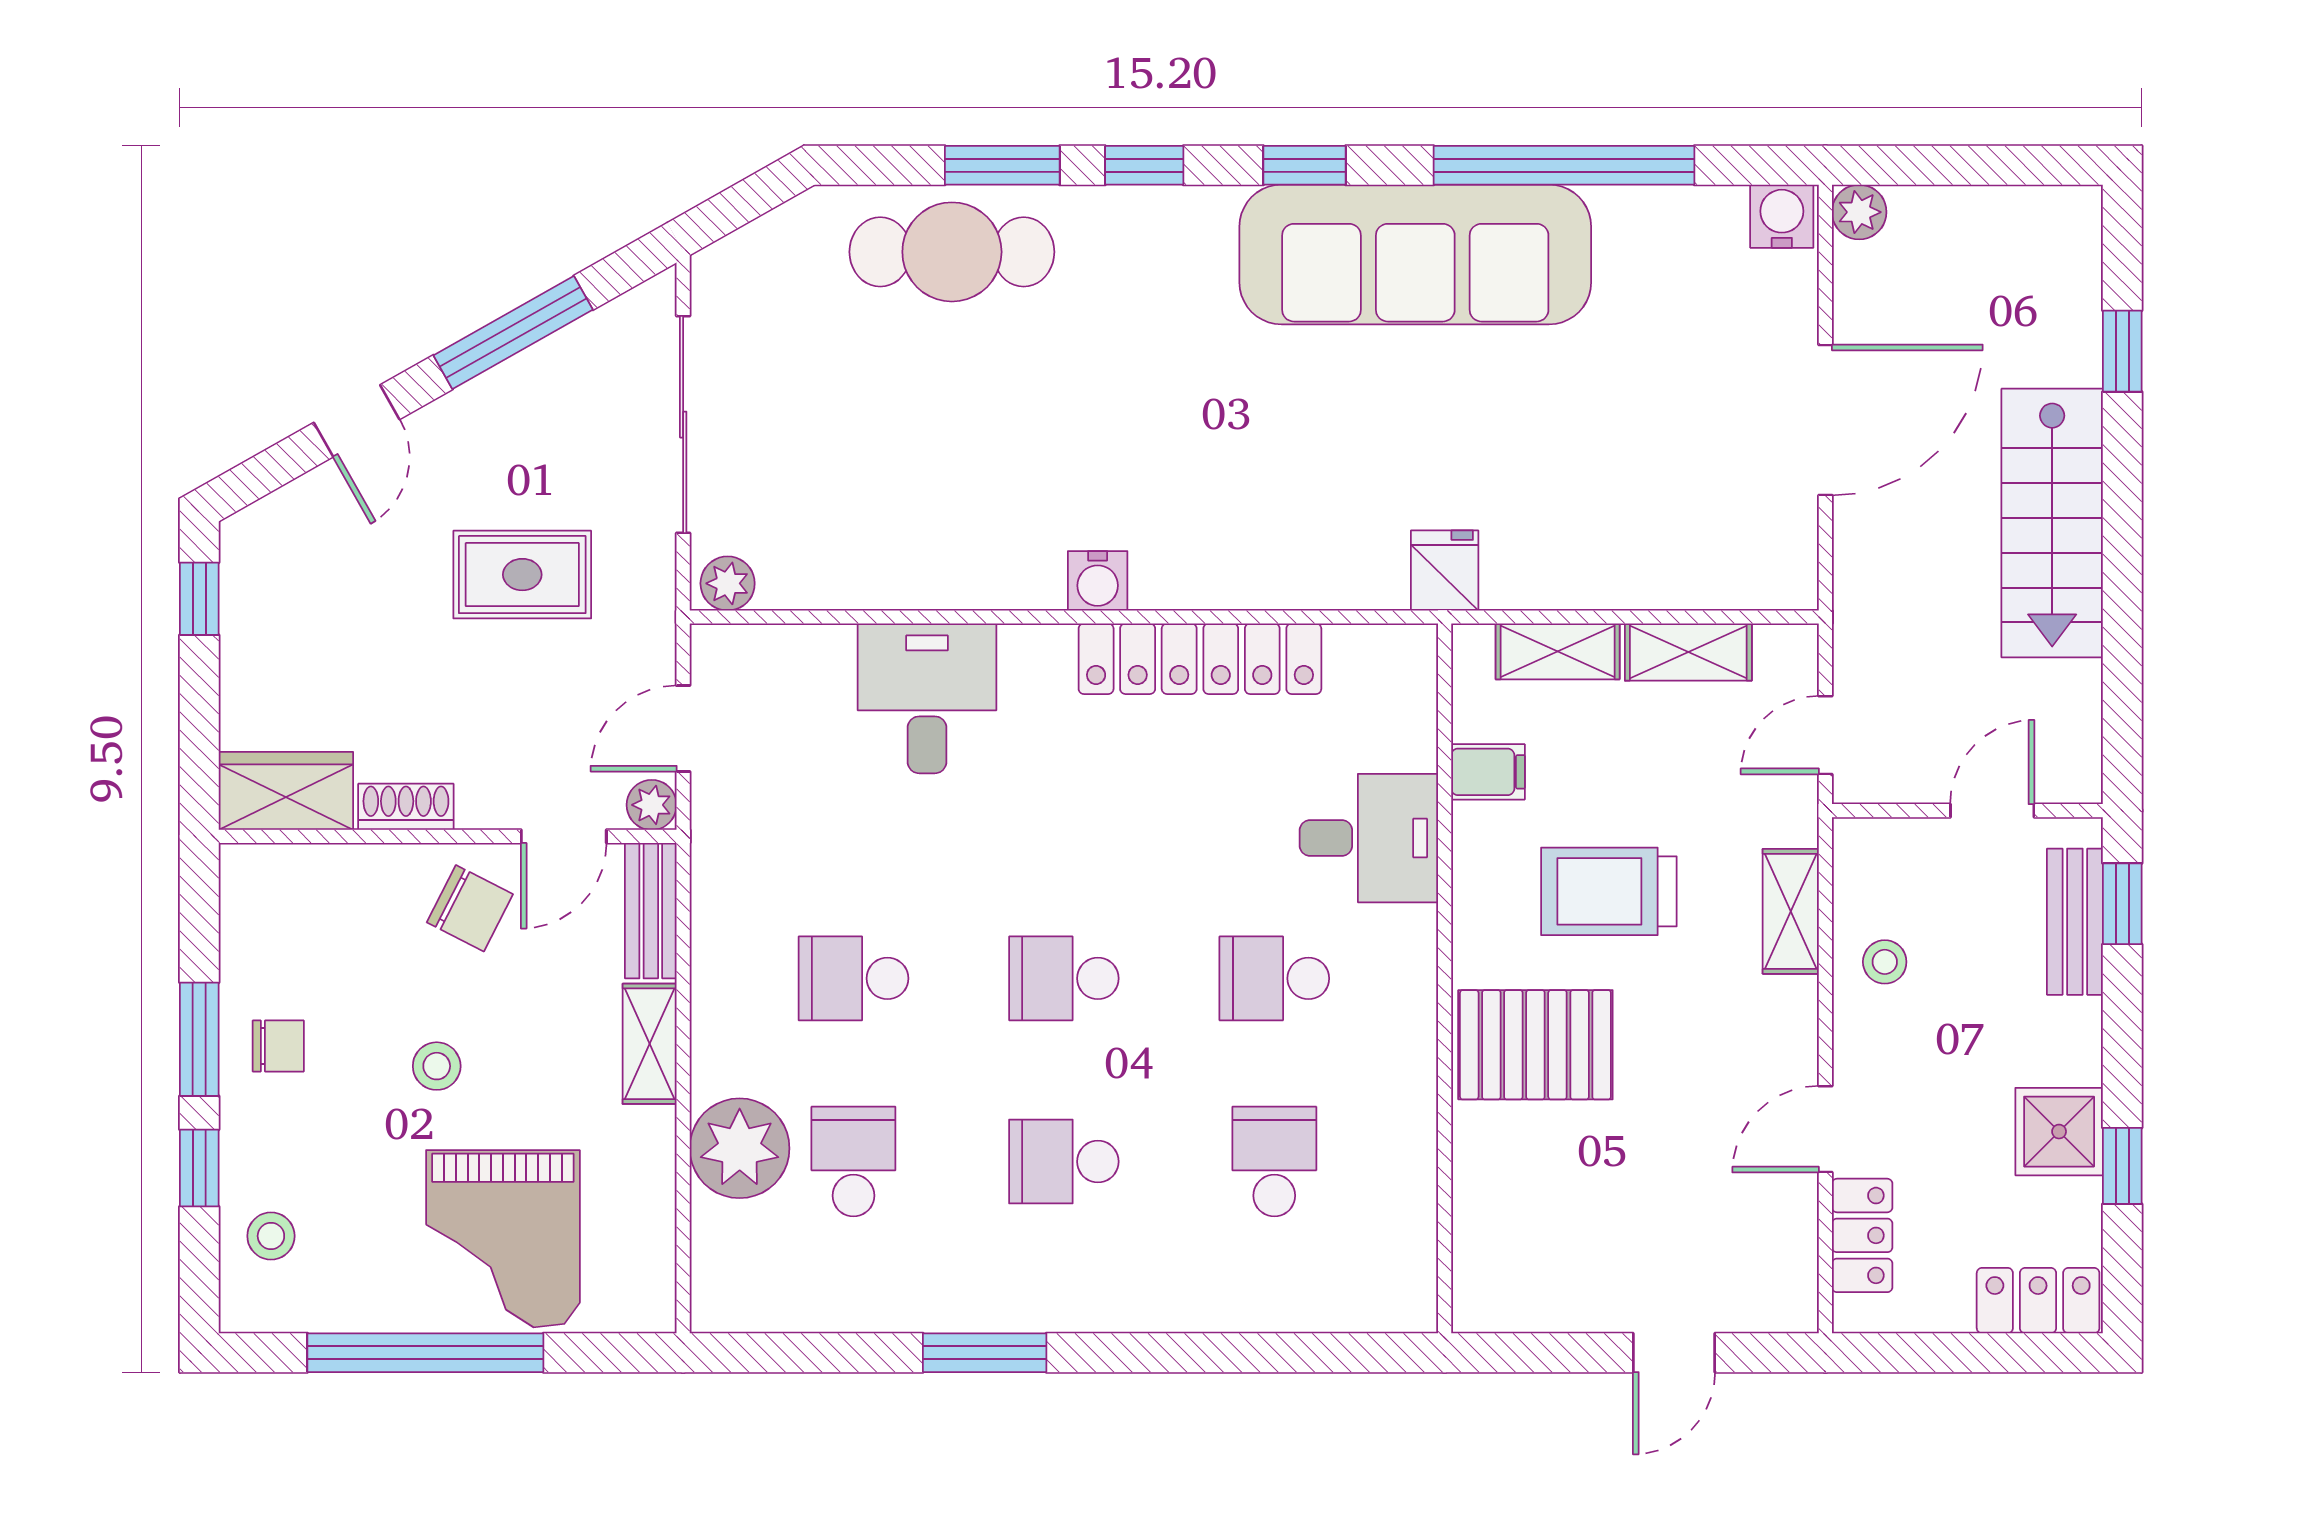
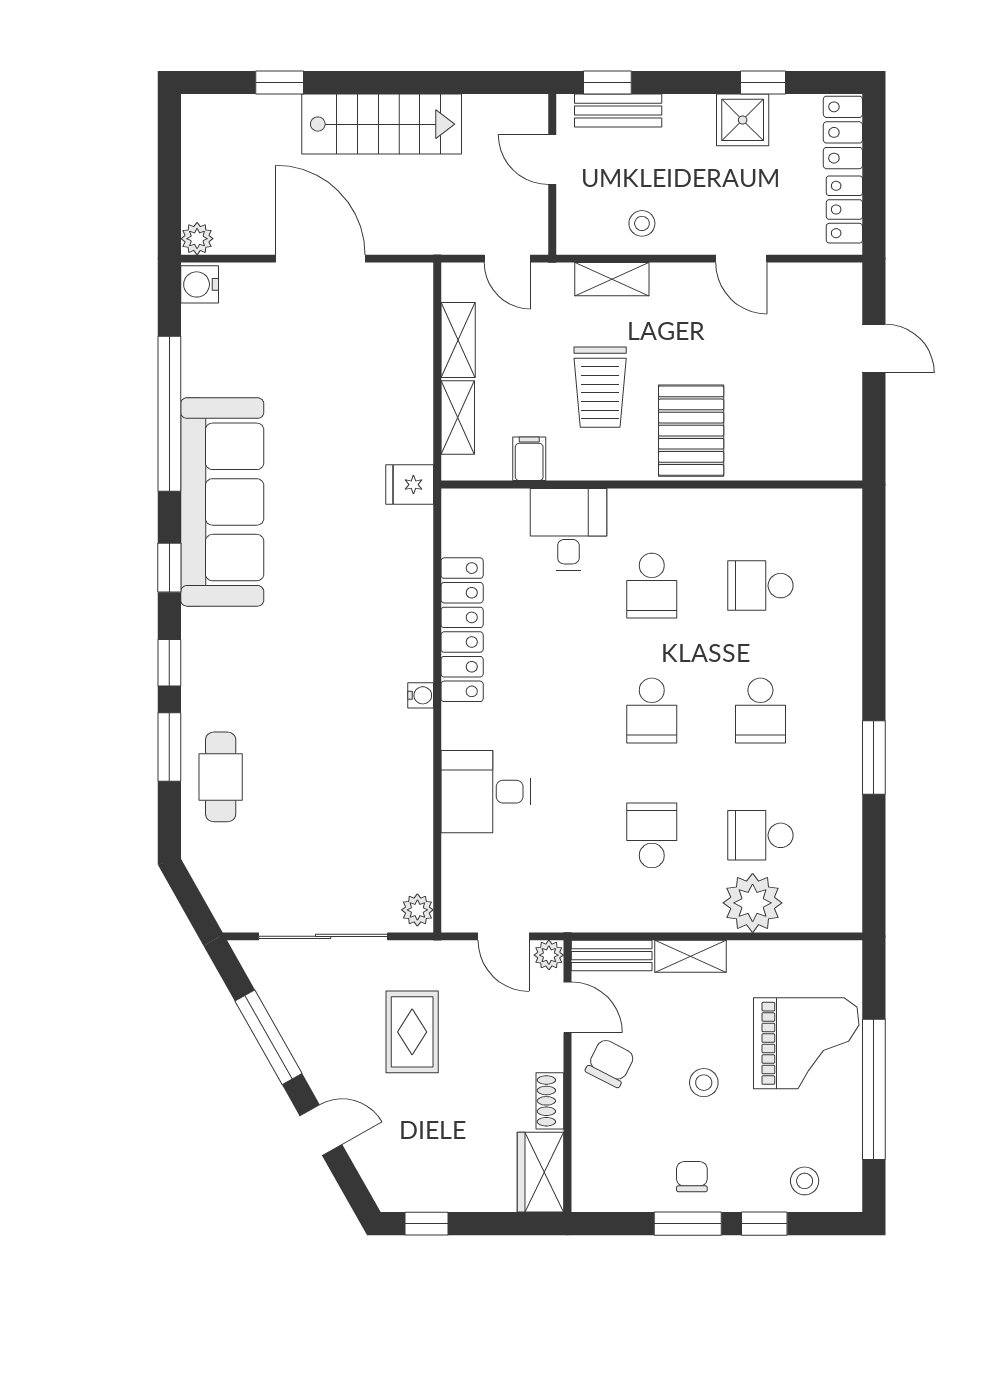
cafe table: (952, 252) -> (221, 777), width x0.73, depth x0.74
water cooler: (1098, 581) -> (421, 695), width x0.72, depth x0.72
school desk: (853, 978) -> (652, 835), turned 180
locker: (1862, 1235) -> (844, 209), moved, turned -90

